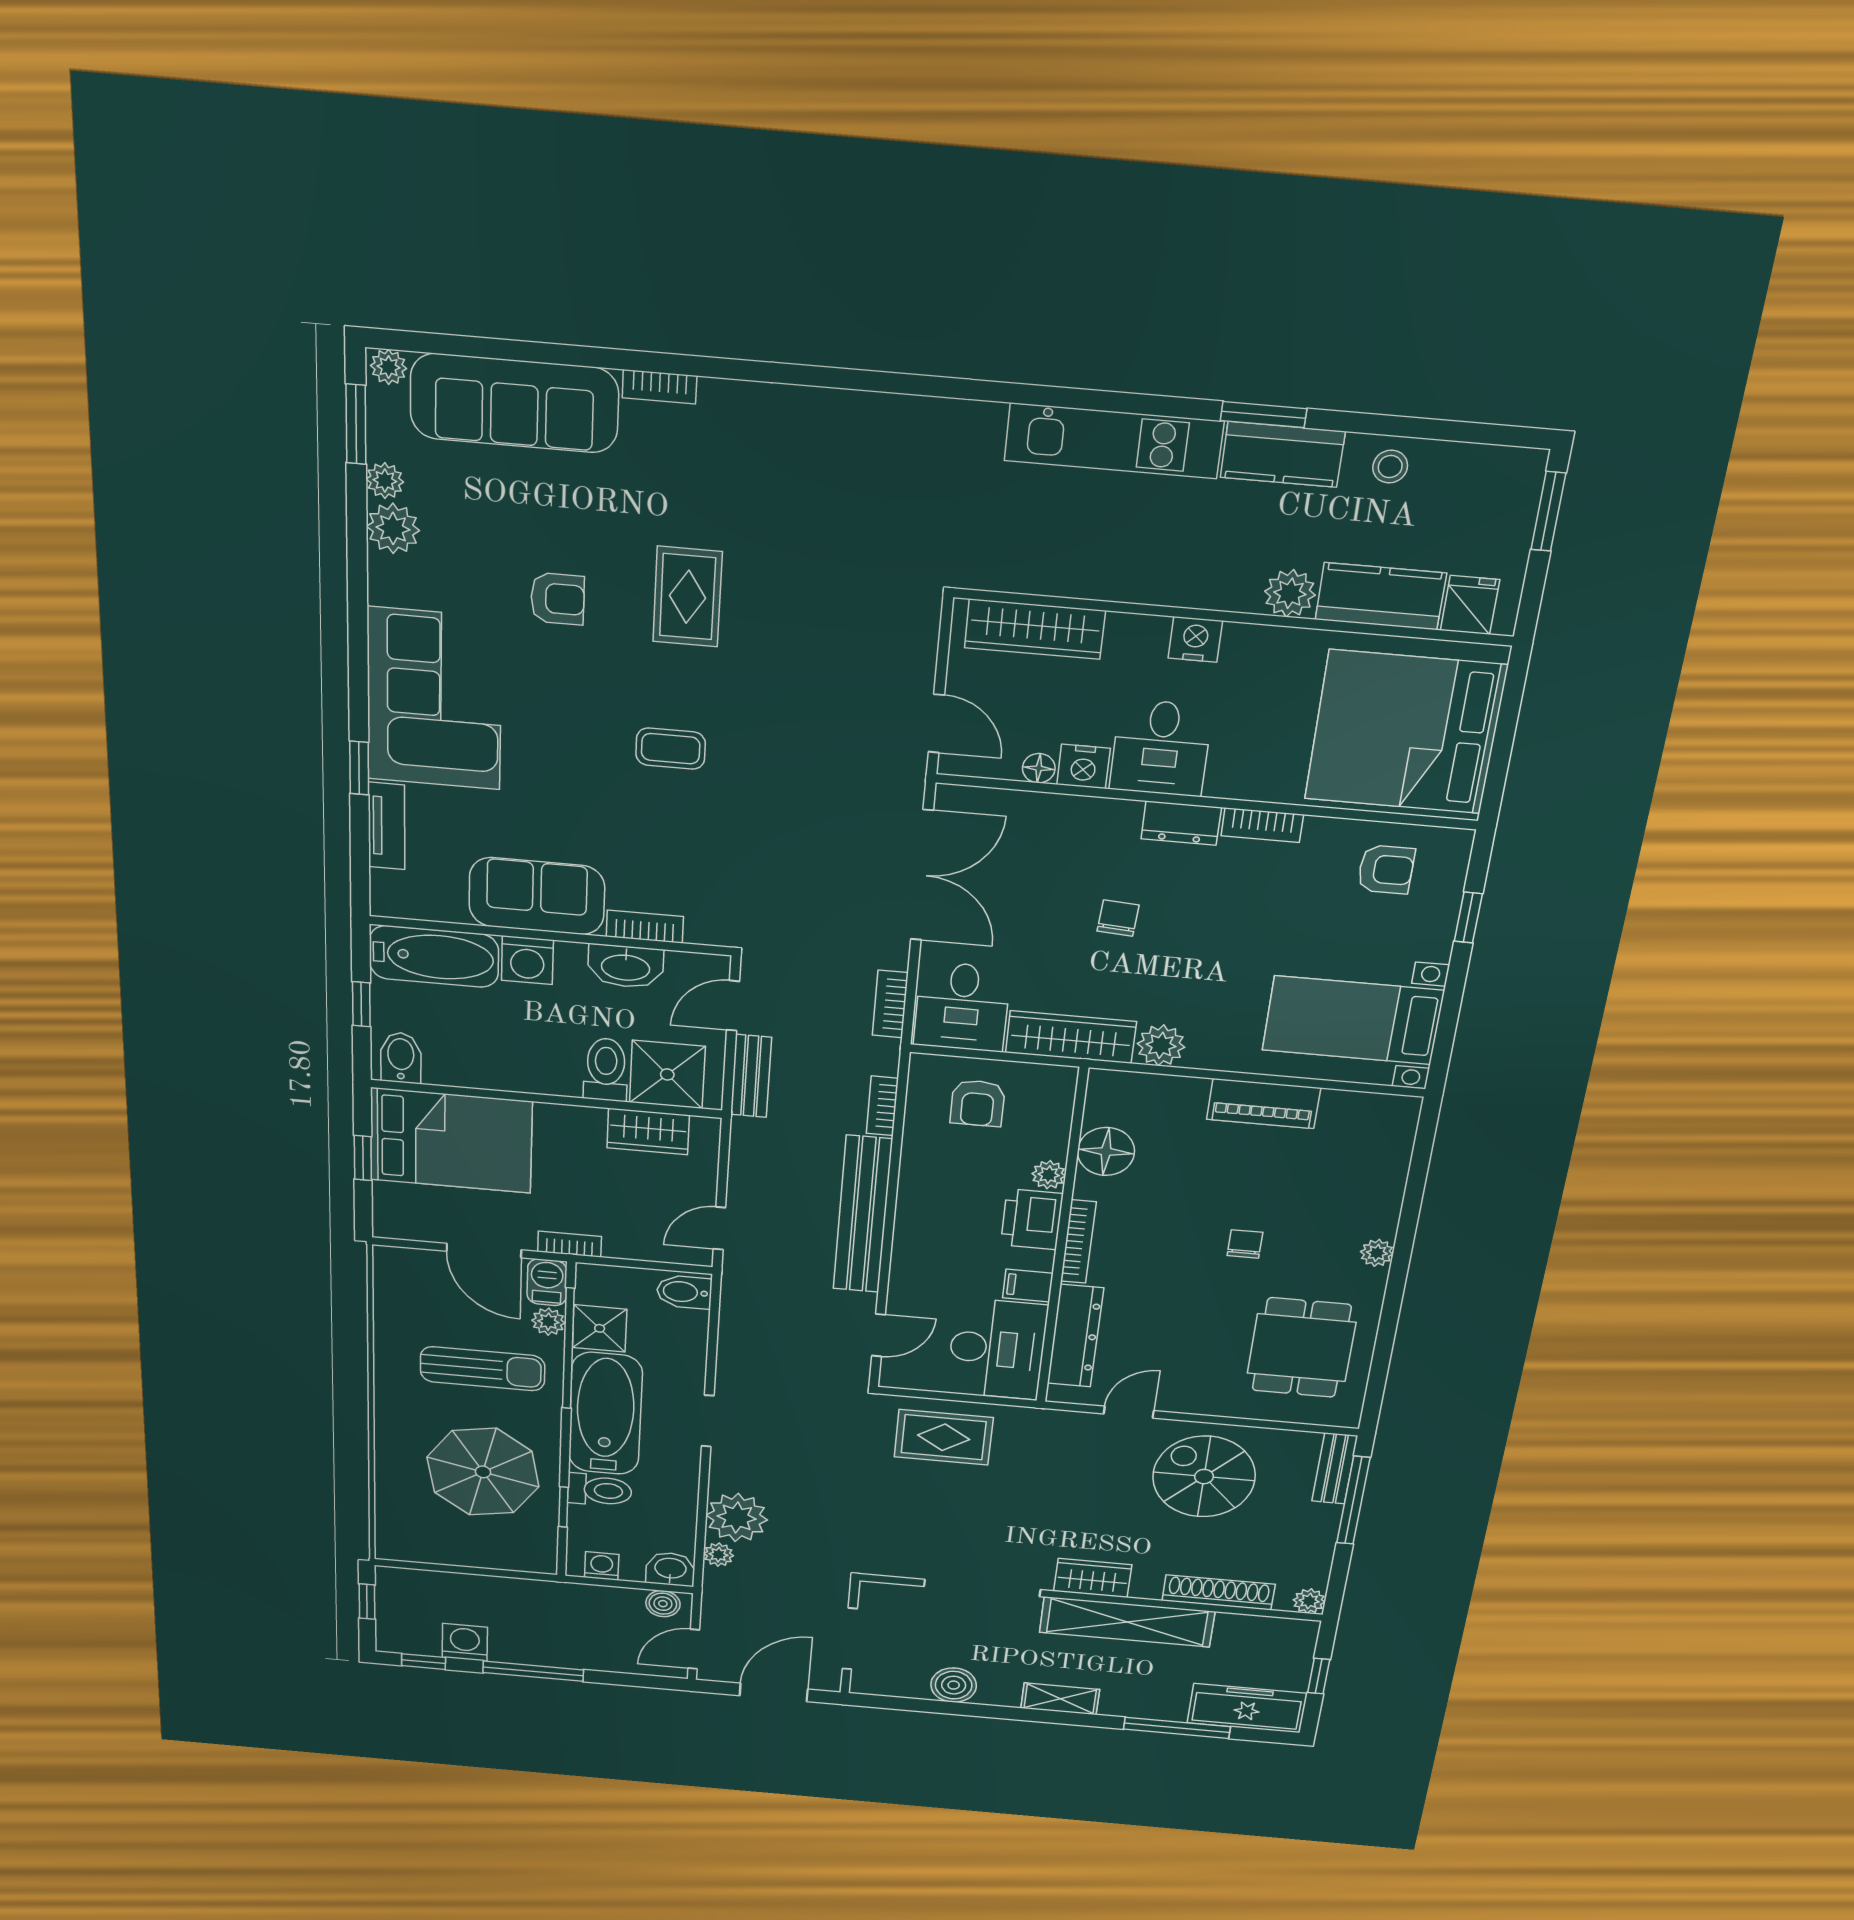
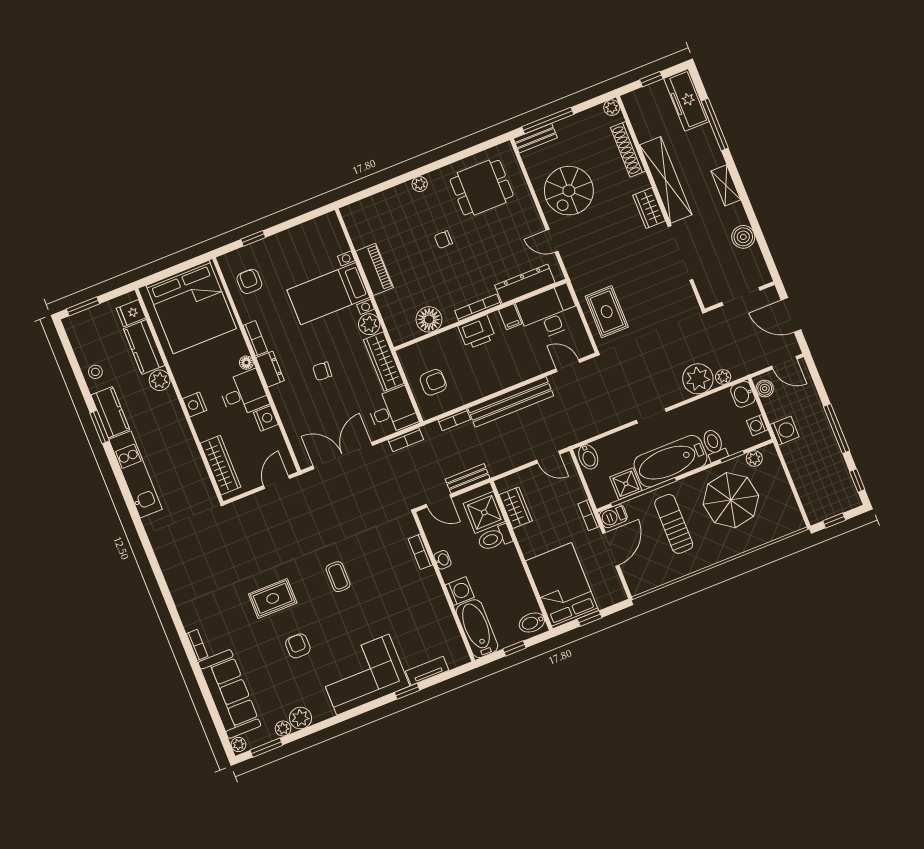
floor lamp: (1039, 768) -> (246, 363), moved
sofa: (537, 896) -> (429, 600), removed
washbasin: (626, 966) -> (443, 560), width x0.52, depth x0.69
bed with nightstands: (1353, 1020) -> (328, 294), moved, turned 90
plant: (1049, 1175) -> (452, 337), removed
plant: (548, 1322) -> (754, 459), moved
washing machine: (465, 1642) -> (785, 431), moved, turned 180

